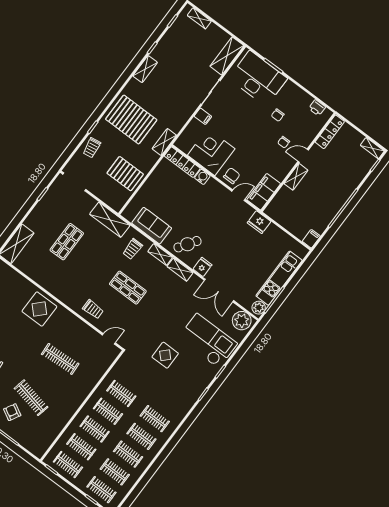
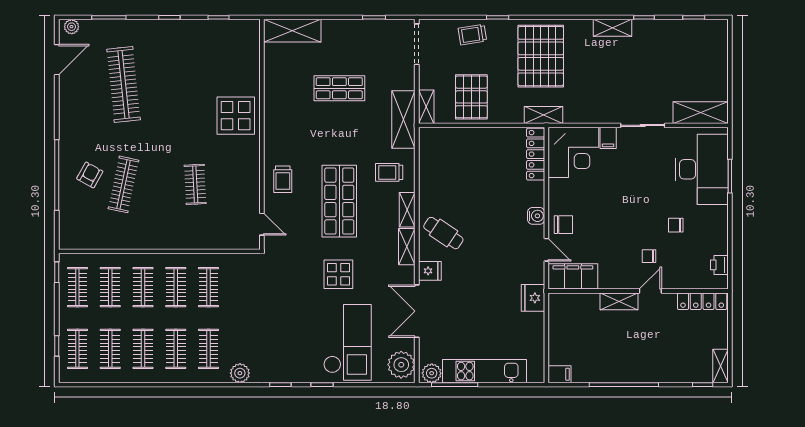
shelving: (199, 18) -> (426, 107), moved
corner desk: (211, 152) -> (573, 152), moved, turned 90
door: (303, 156) -> (650, 291), hinge flipped
water cooler: (202, 177) -> (536, 216), moved
sofa: (152, 226) -> (434, 174), removed
shop shelf: (128, 288) -> (339, 201), width x1.43, depth x1.36
display table: (165, 355) -> (338, 274), moved
clothes rail: (60, 359) -> (195, 184), width x0.73
plant: (181, 411) -> (240, 373), added

